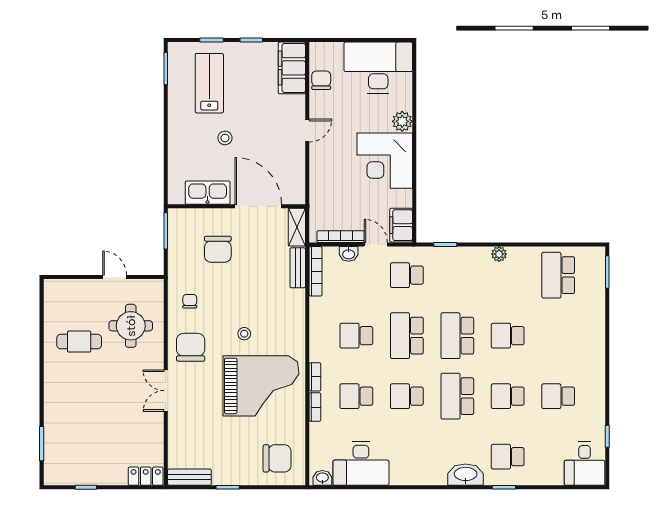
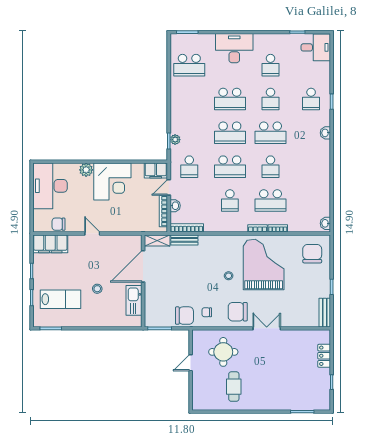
lab bench: (209, 83) -> (60, 299), turned 180
chair: (218, 249) -> (184, 316), moved
plant: (499, 254) -> (175, 140), moved
school desk: (508, 336) -> (230, 99), width x1.85
double door: (166, 391) -> (267, 328), swing flipped
school desk: (356, 396) -> (270, 201), width x1.85
desk: (361, 463) -> (234, 48), moved, turned -90
washbasin: (466, 475) -> (325, 133), width x0.52, depth x0.69
locker: (146, 476) -> (324, 356), moved

